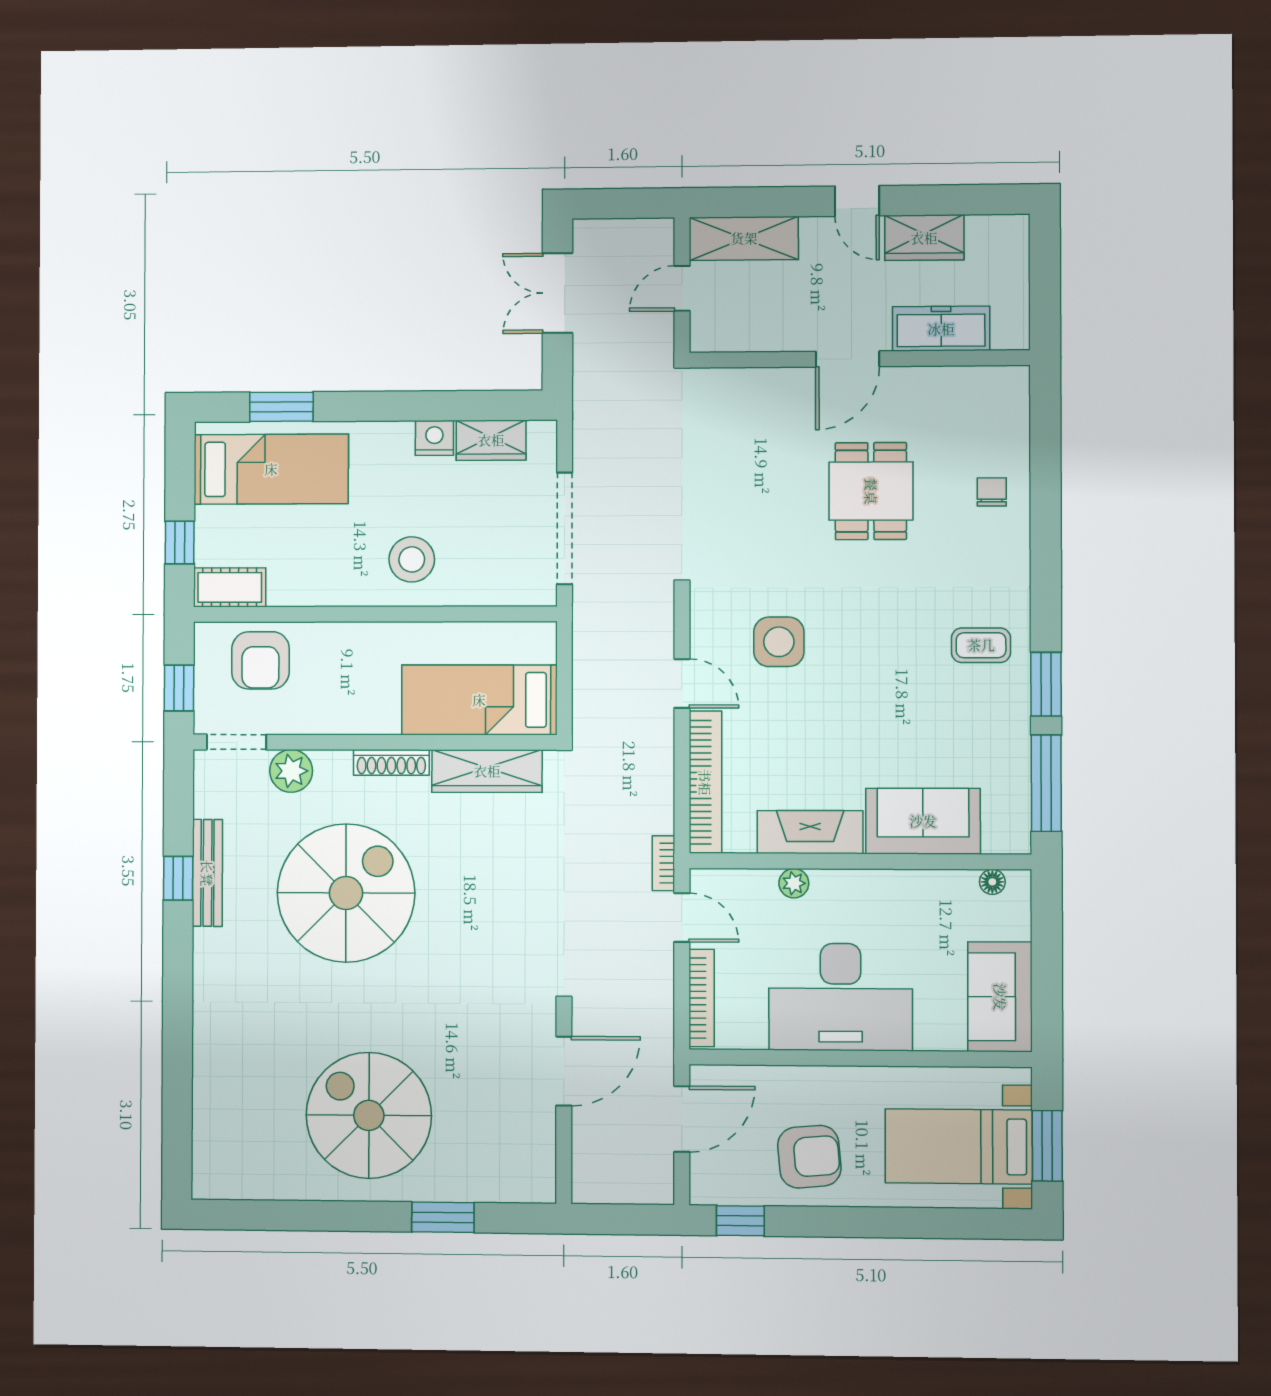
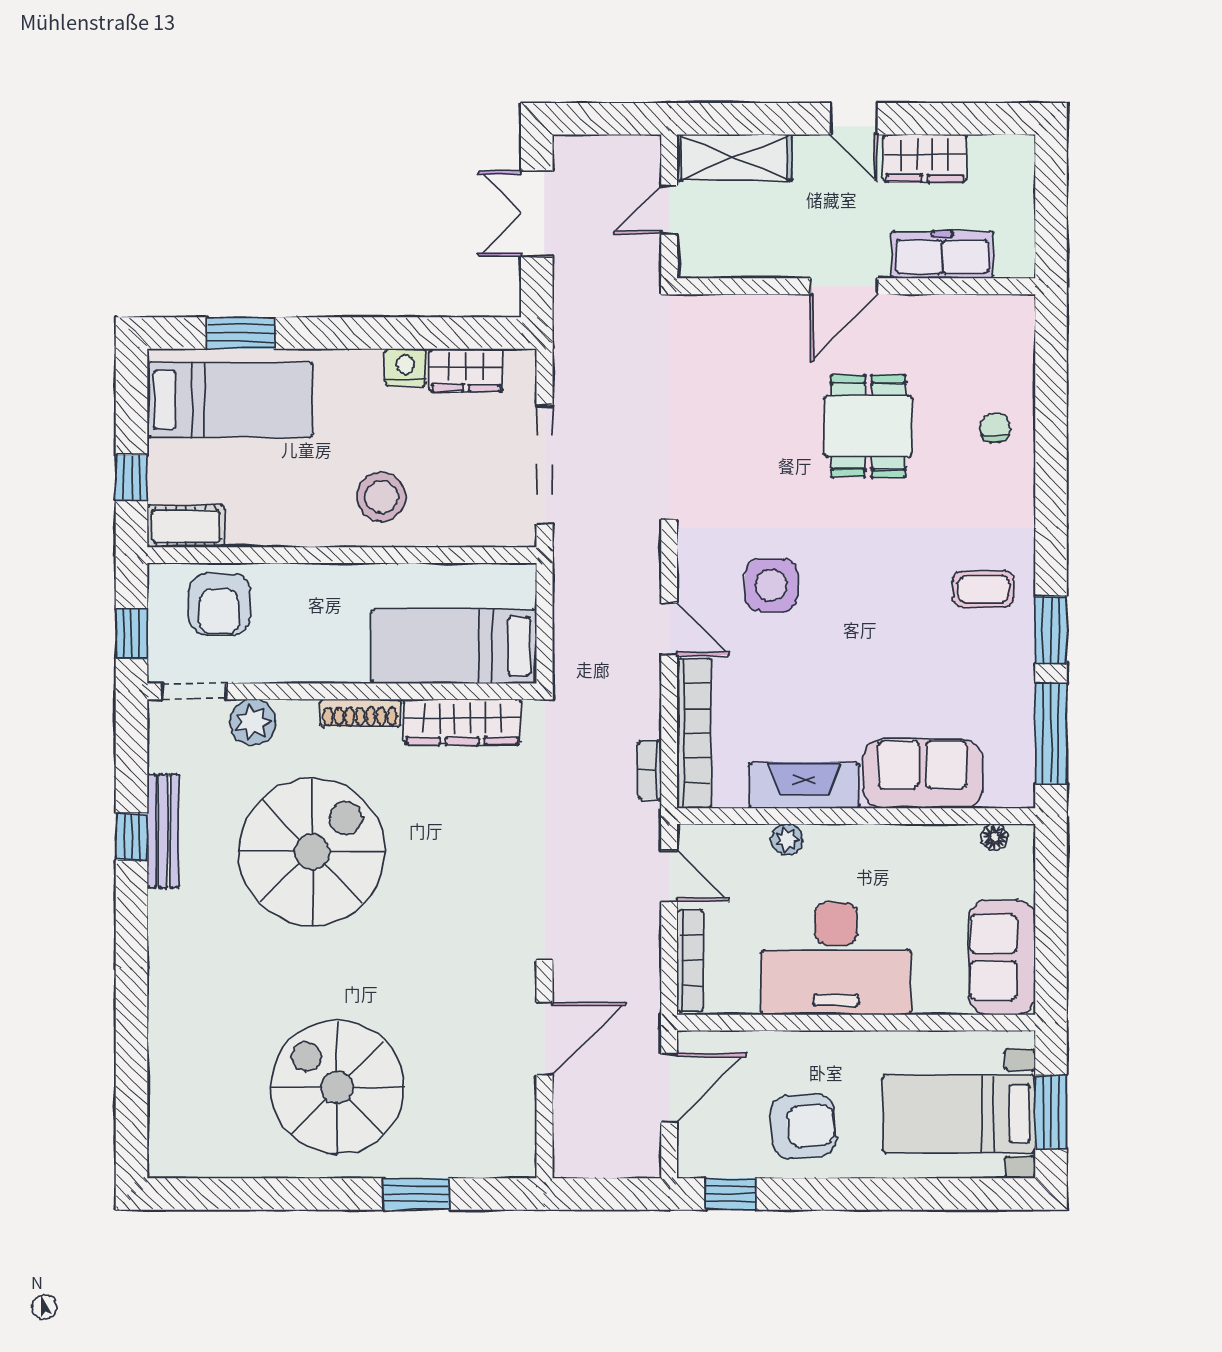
bookcase: (663, 863) -> (650, 770), moved

